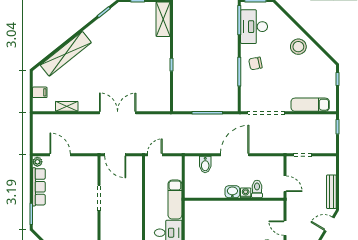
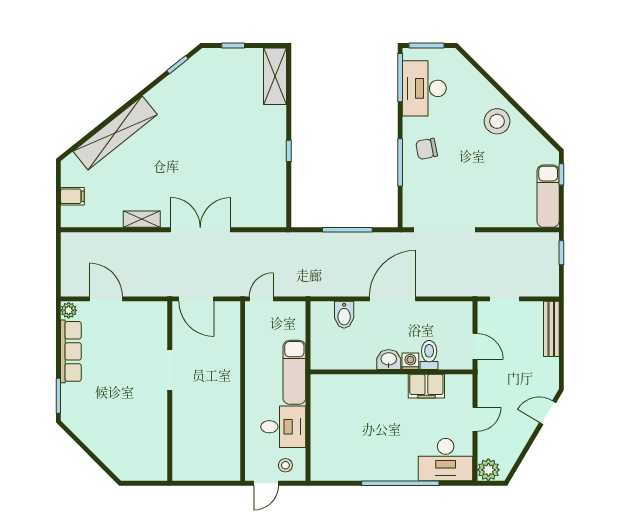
exam couch: (310, 105) -> (548, 196), moved, turned -90
shelving: (67, 106) -> (142, 219), moved
bench: (331, 192) -> (551, 329), moved
filing cabinet: (255, 208) -> (426, 386), added
door: (285, 228) -> (475, 419), swing flipped

